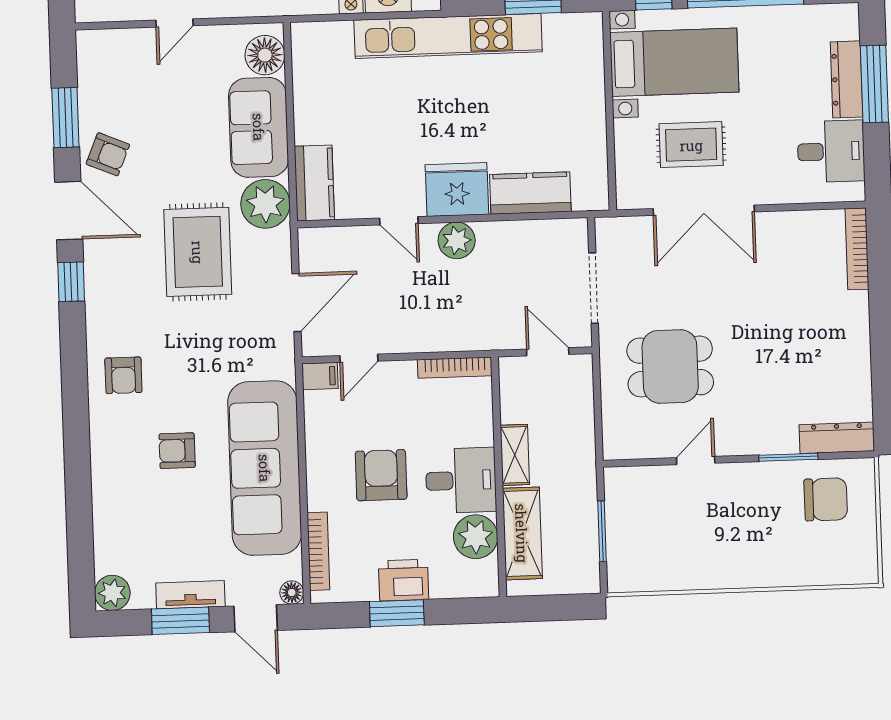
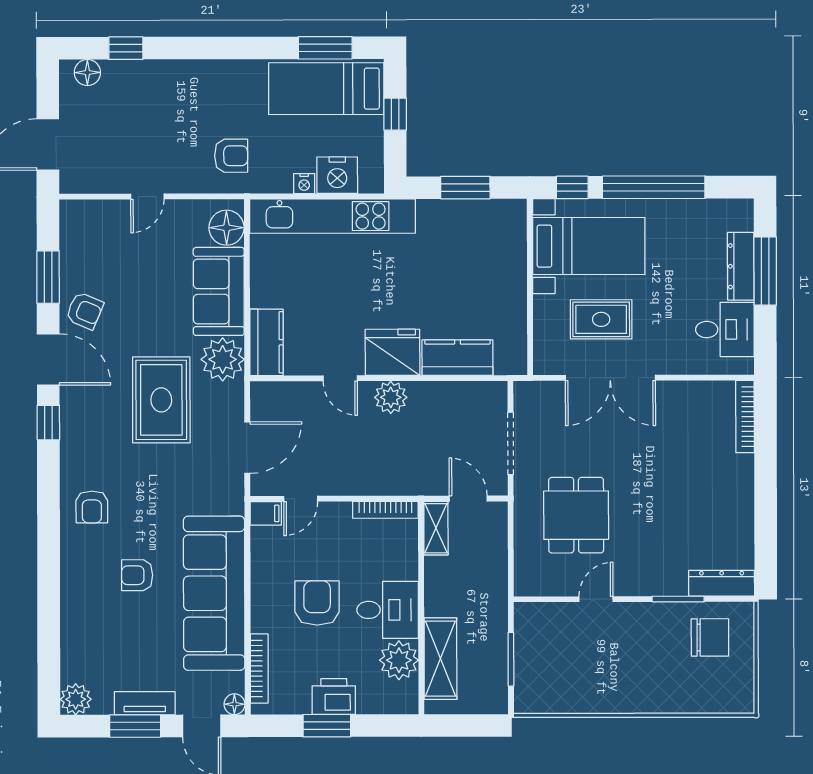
kitchen unit: (448, 36) -> (332, 216), moved
dining table: (670, 366) -> (576, 515), turned 90
shelving: (515, 455) -> (436, 528), moved

